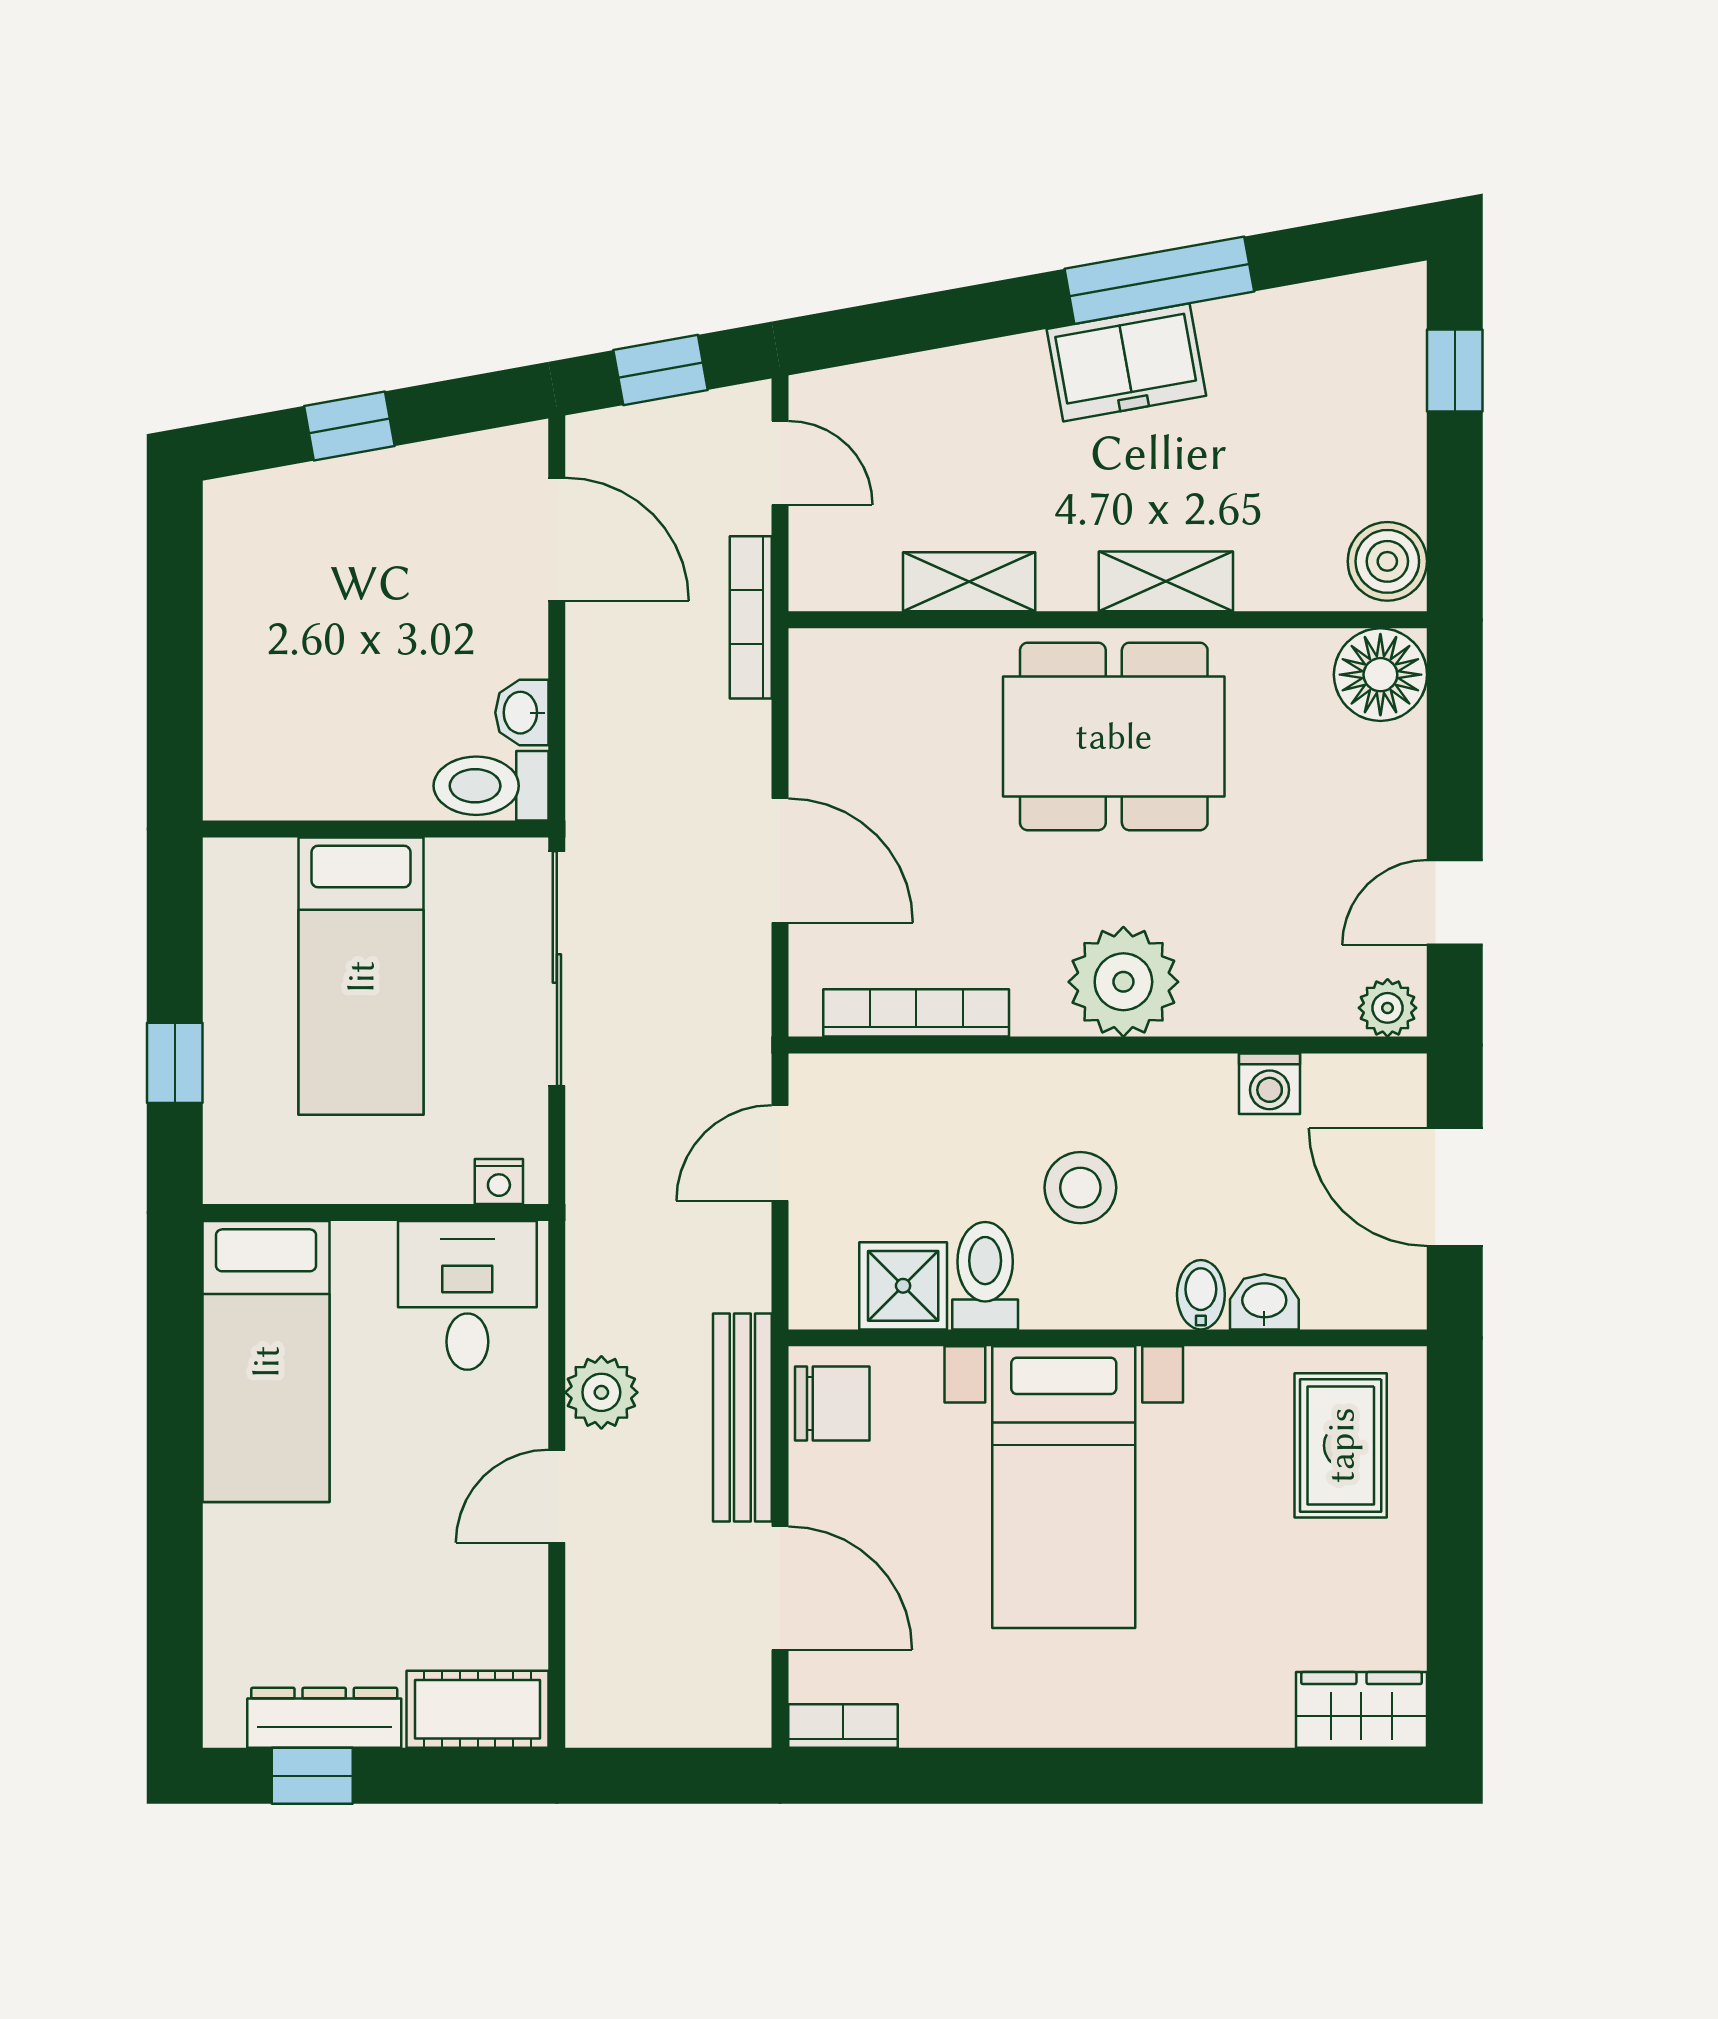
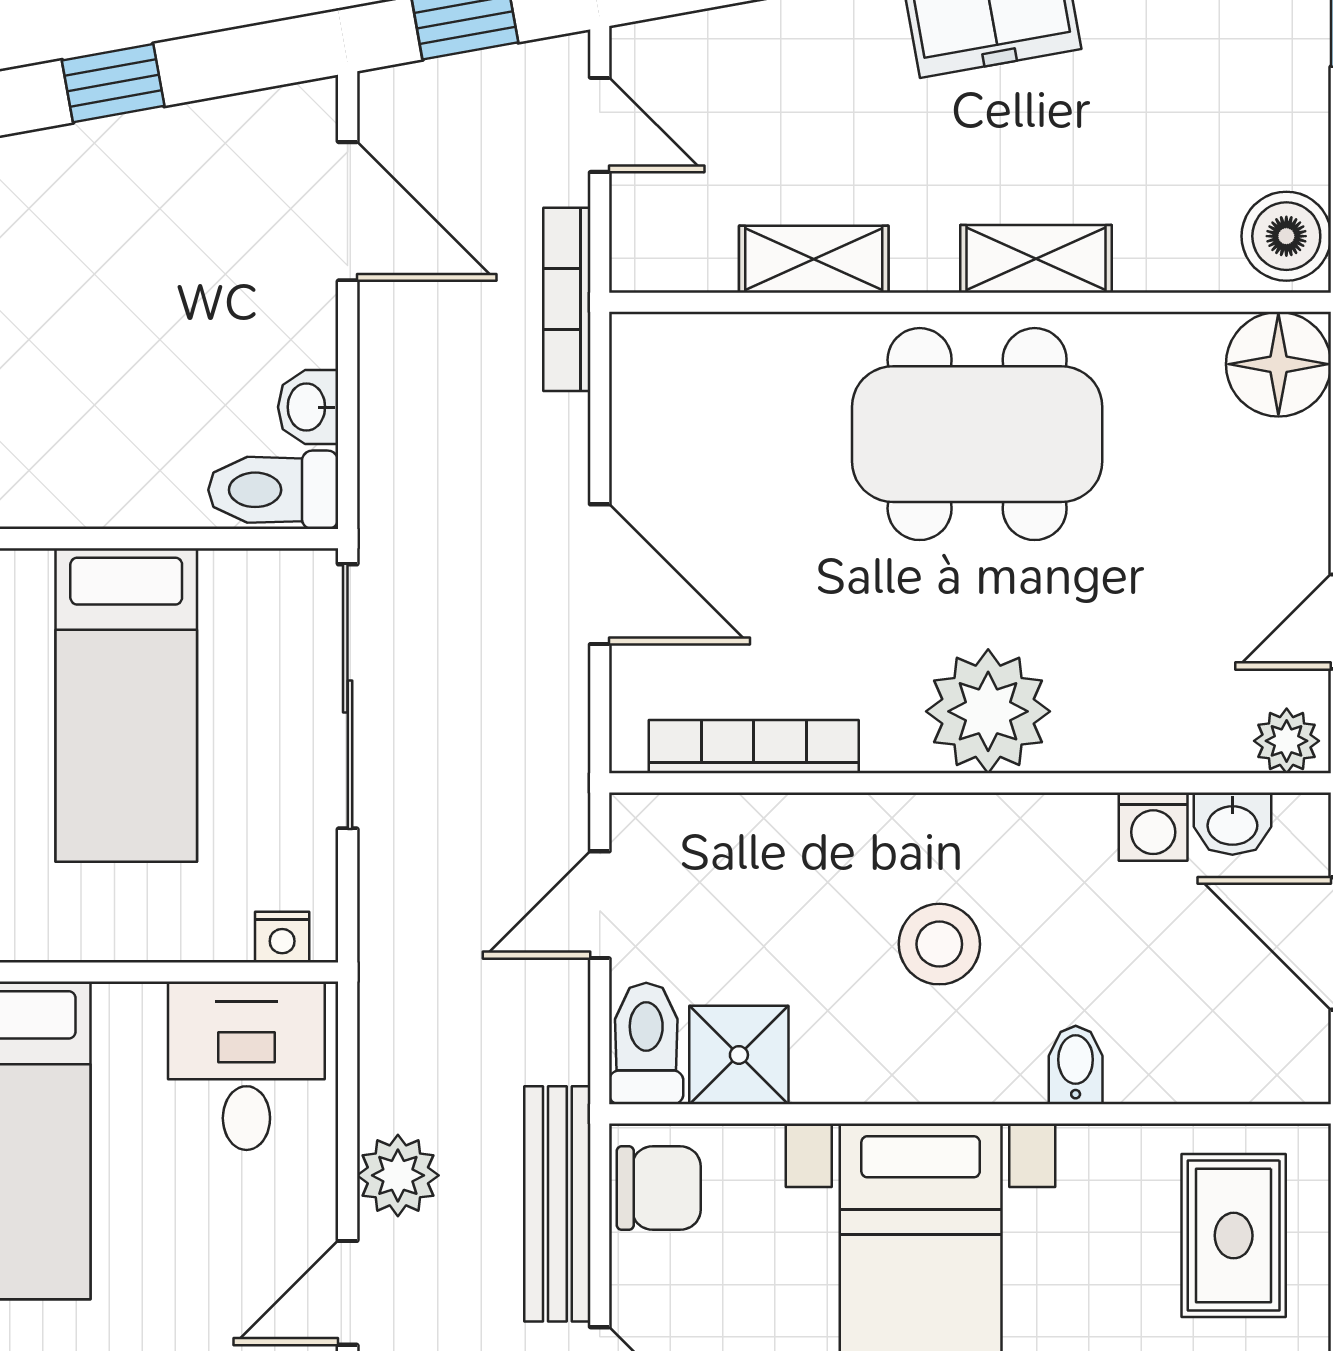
toilet: (985, 1276) -> (646, 1044), moved
washbasin: (1264, 1302) -> (1232, 824), moved, turned 180

